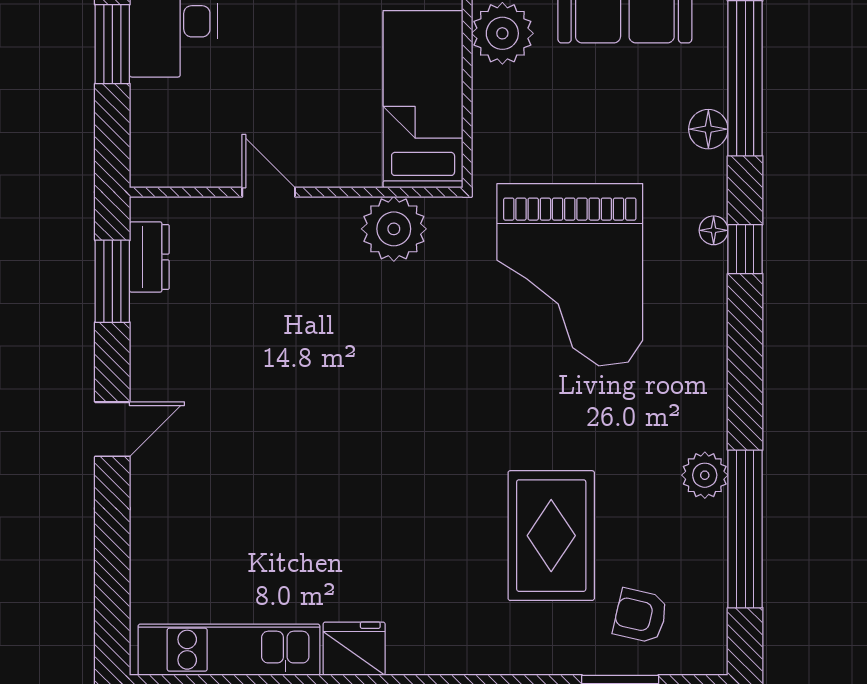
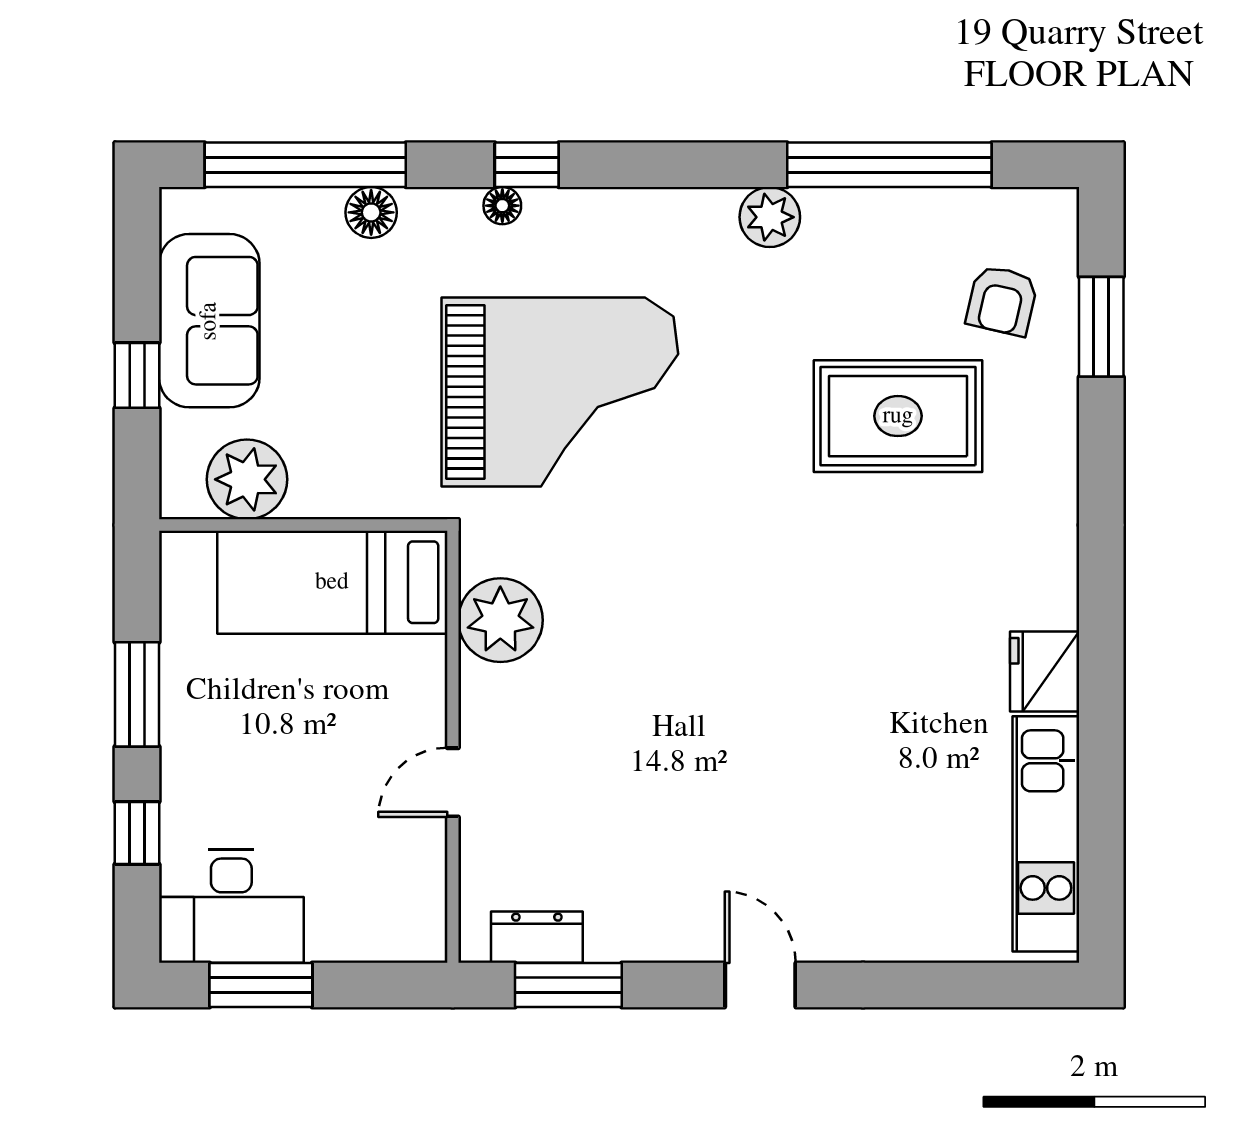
plant: (705, 475) -> (770, 217), moved

